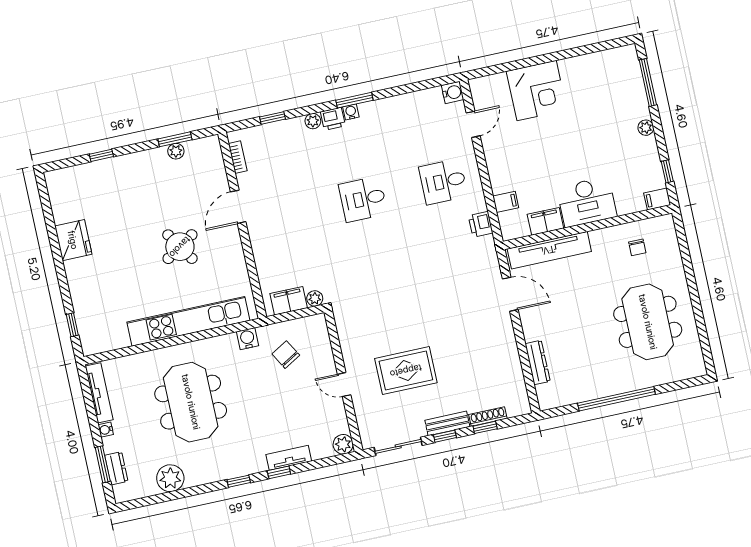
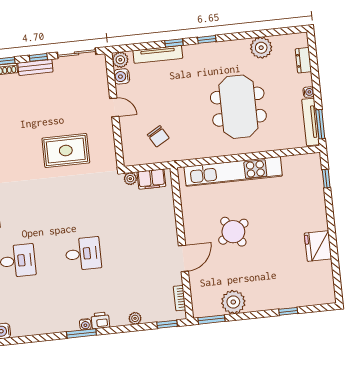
window: (273, 118) -> (167, 324), moved
plant: (313, 121) -> (135, 318), moved
window: (175, 139) -> (211, 320), moved
plant: (176, 151) -> (233, 302), width x1.88, depth x1.88
water cooler: (247, 339) -> (122, 76), moved, turned 90
rug: (406, 371) -> (66, 151), moved
tv unit: (289, 458) -> (158, 54), width x1.41
window: (103, 464) -> (320, 124), moved

